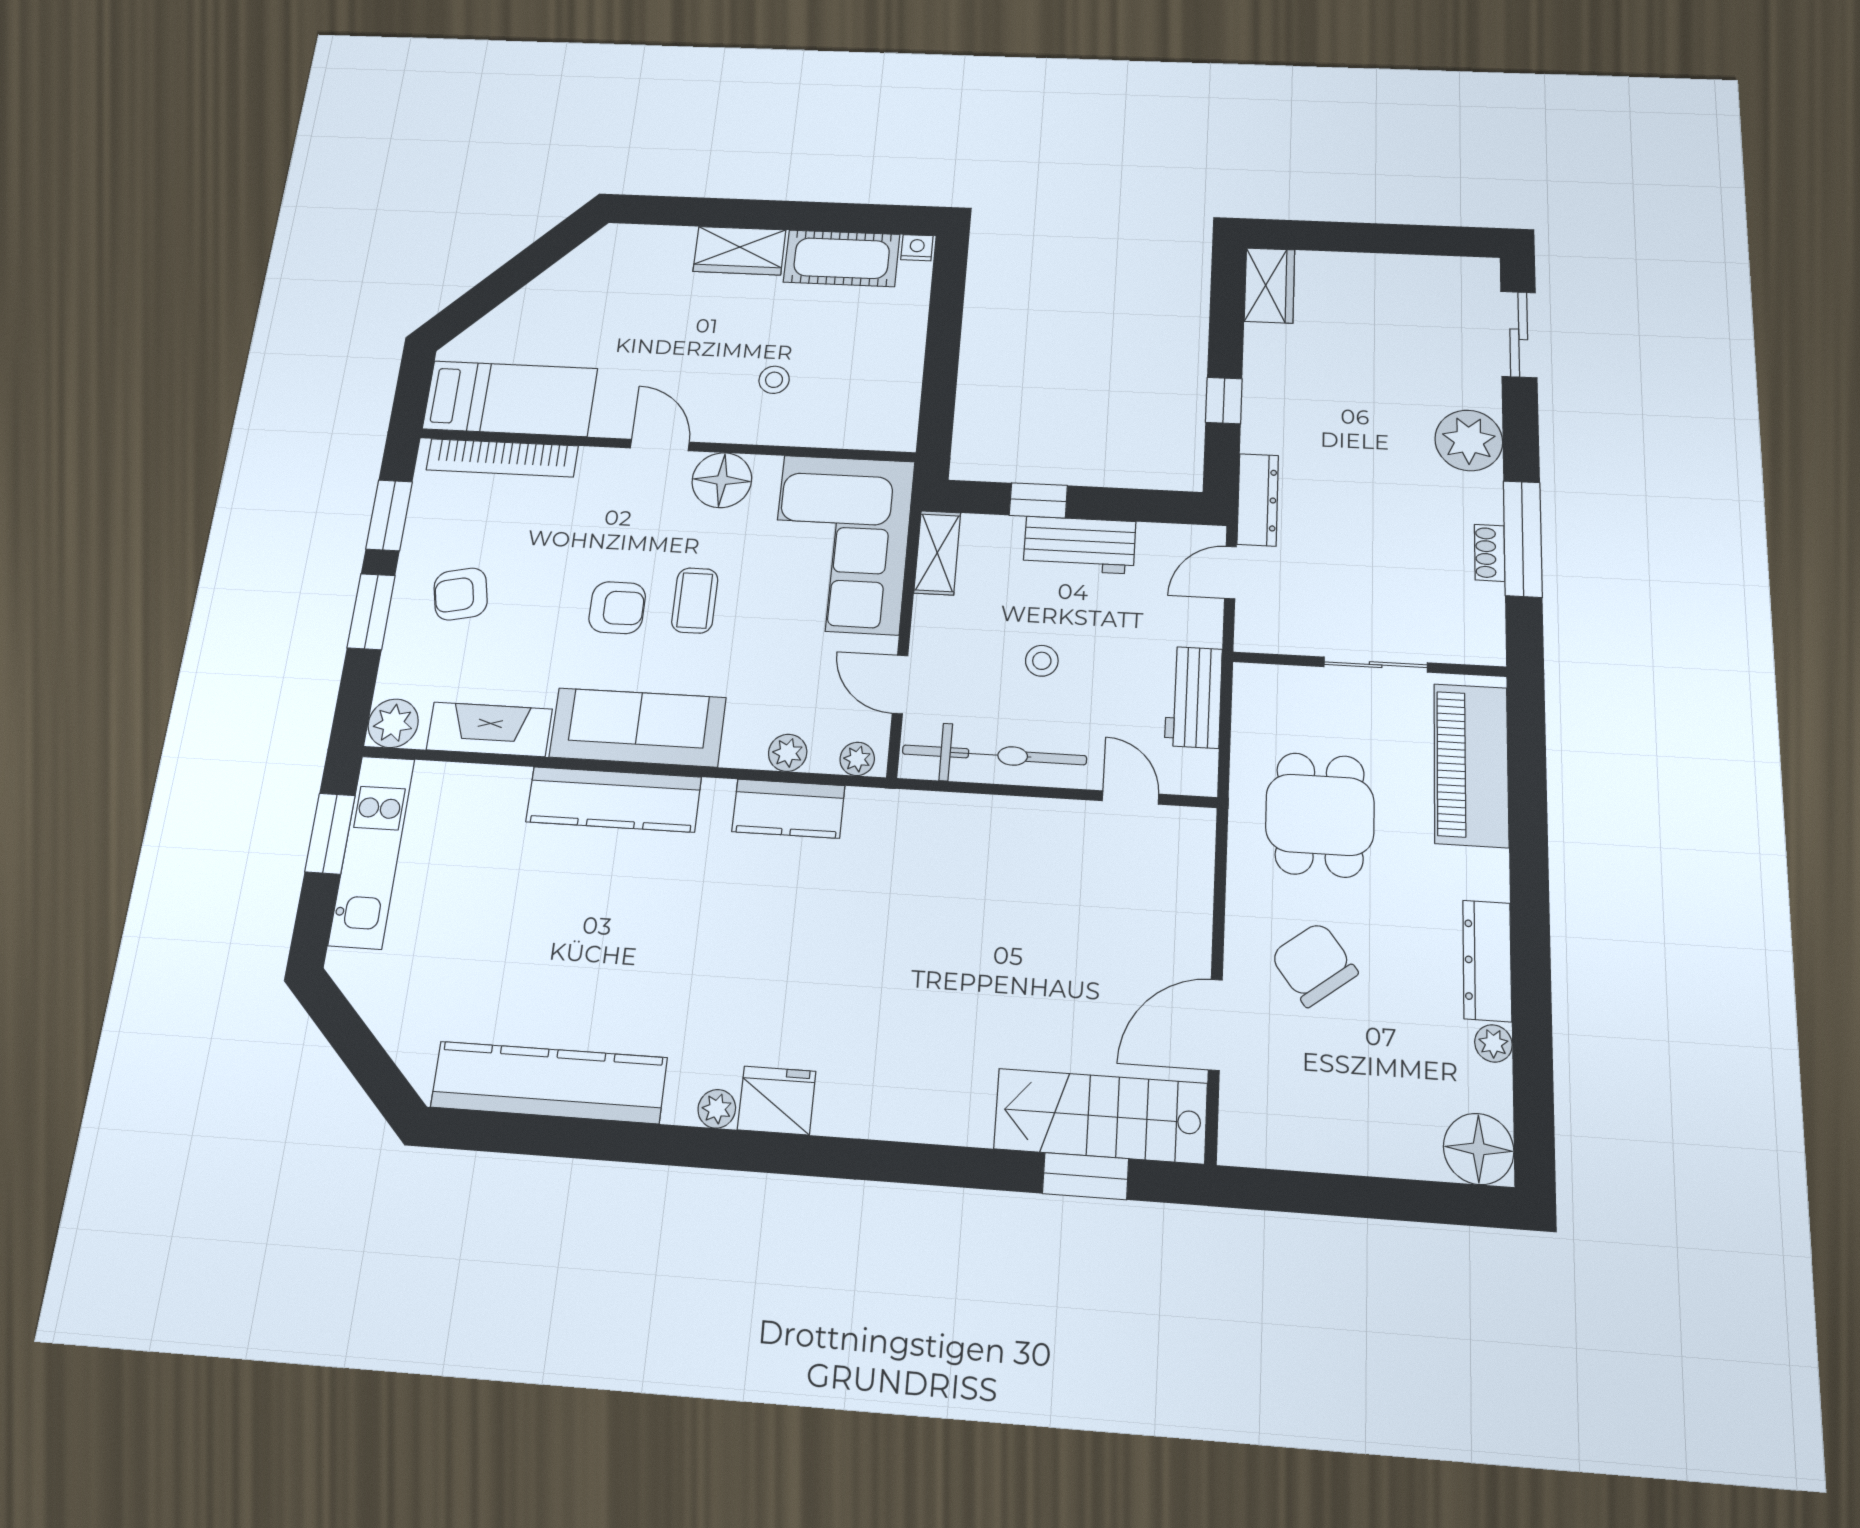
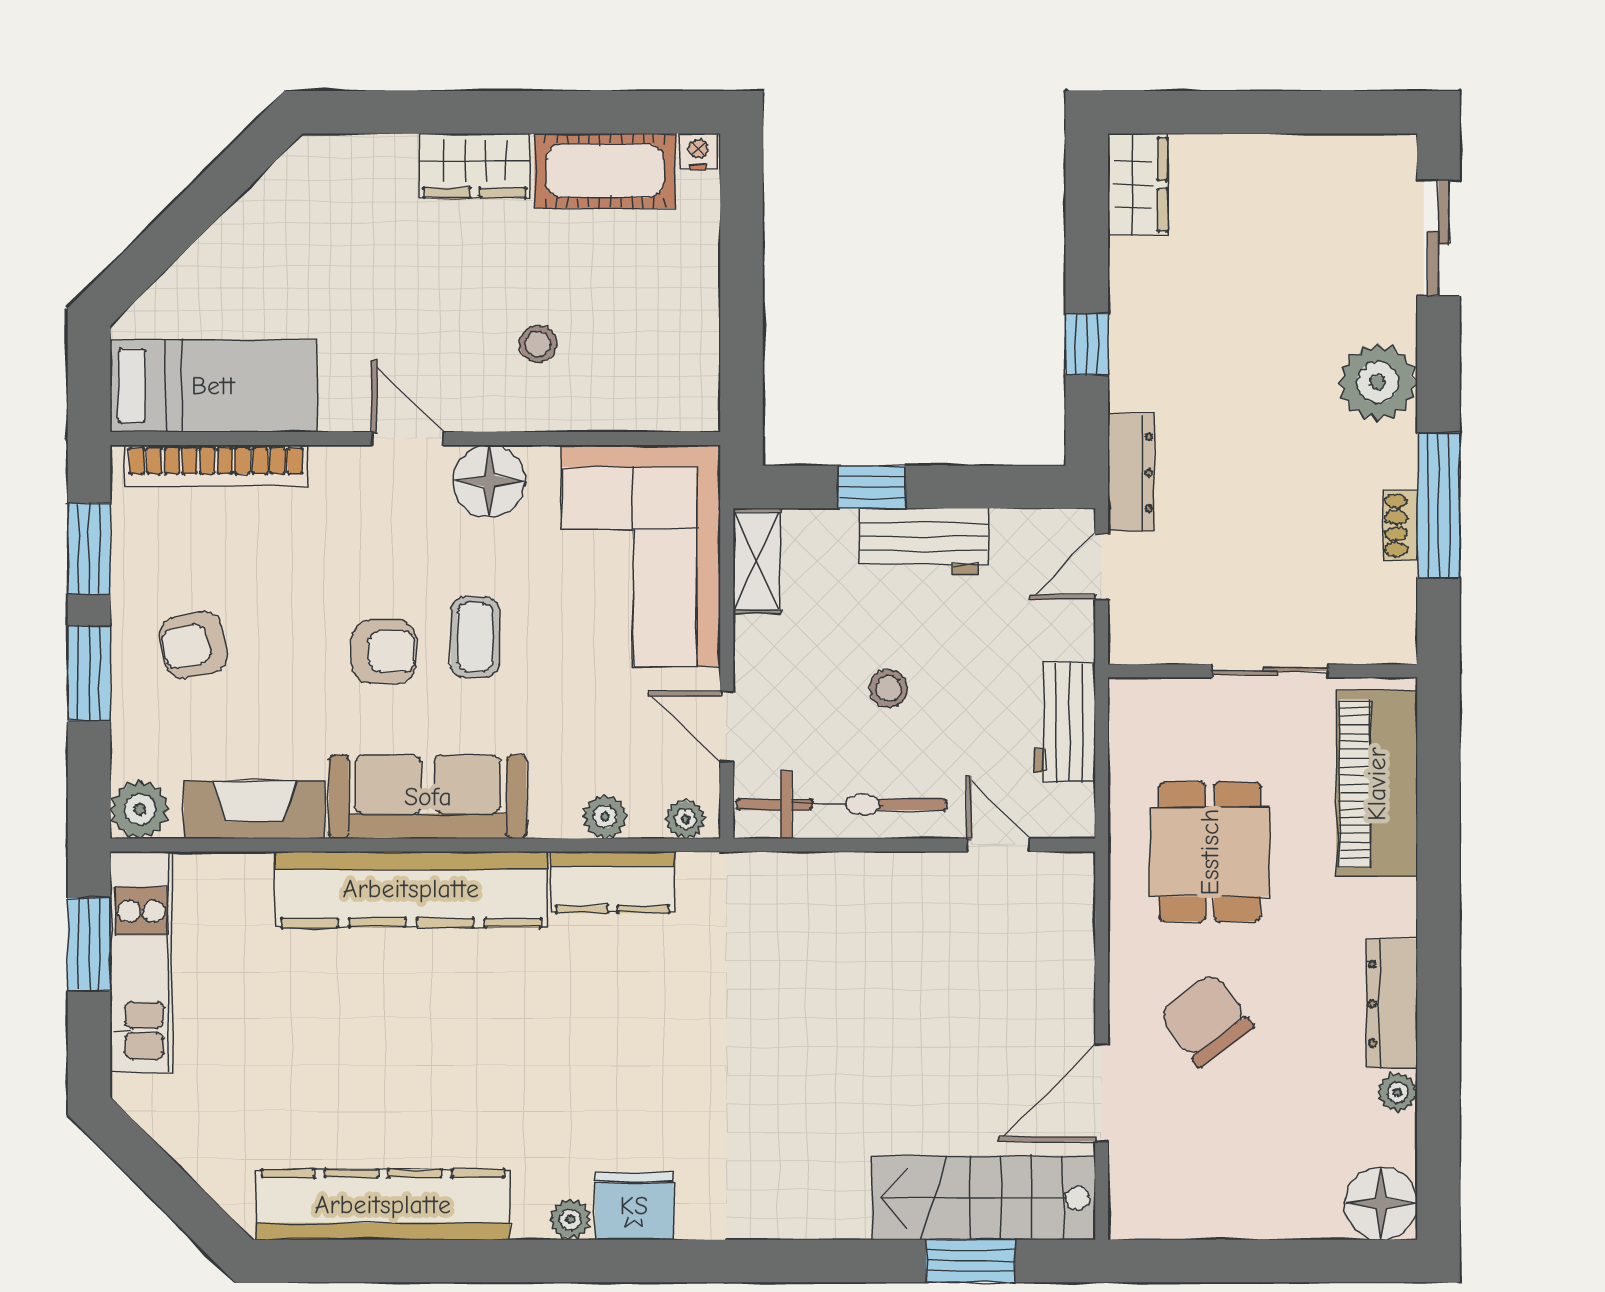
kitchen counter: (614, 799) -> (411, 889), width x1.39, depth x1.17

